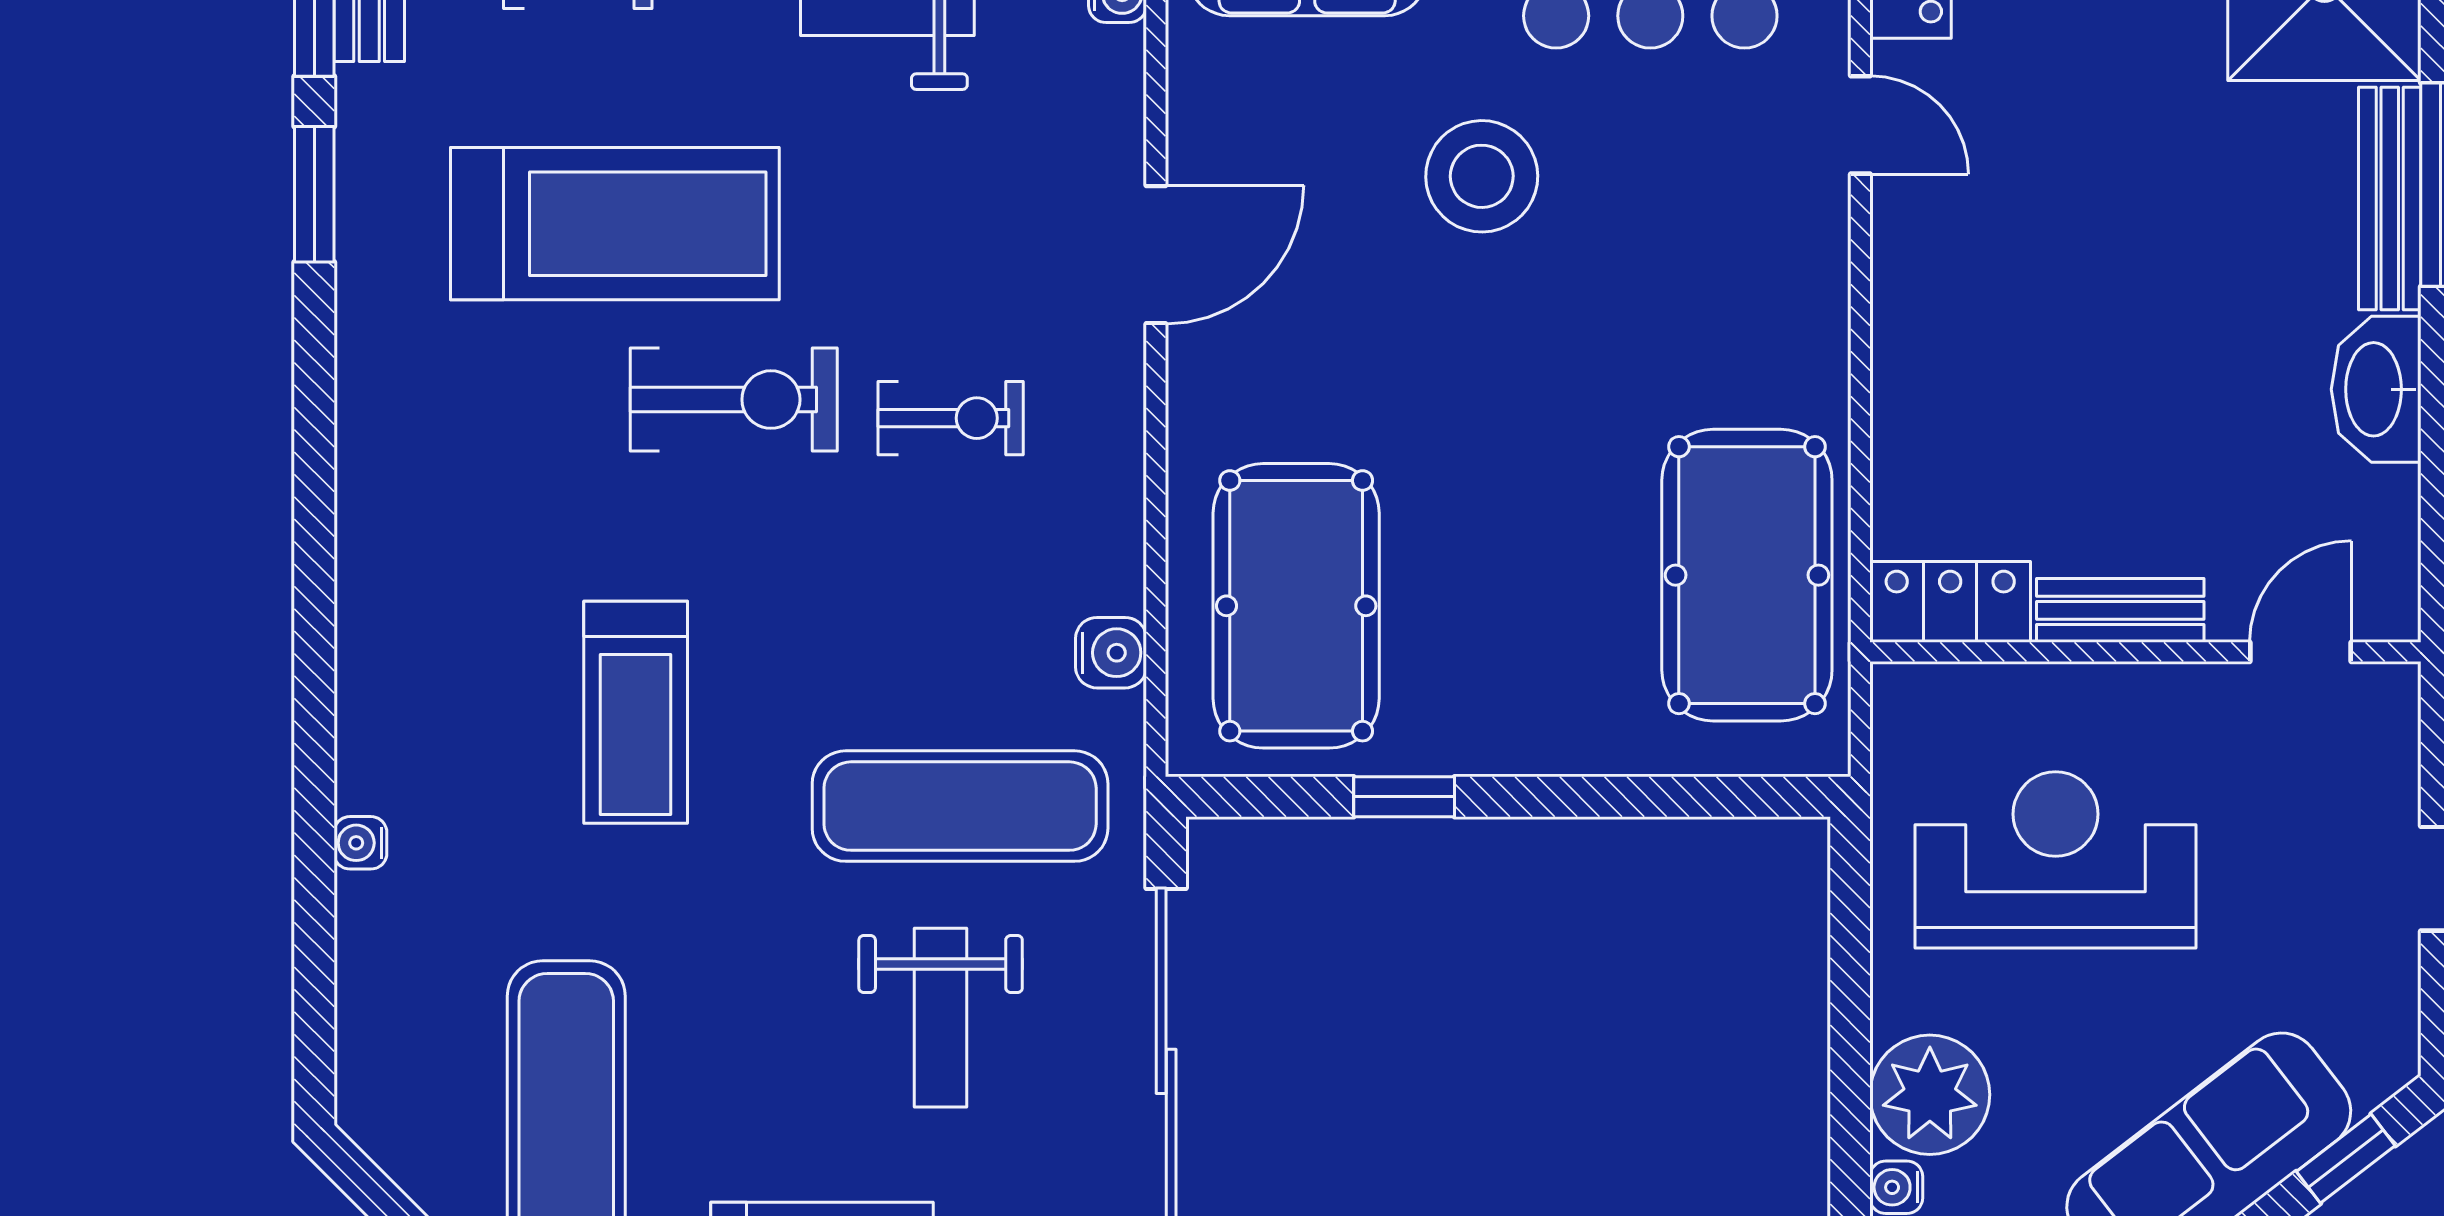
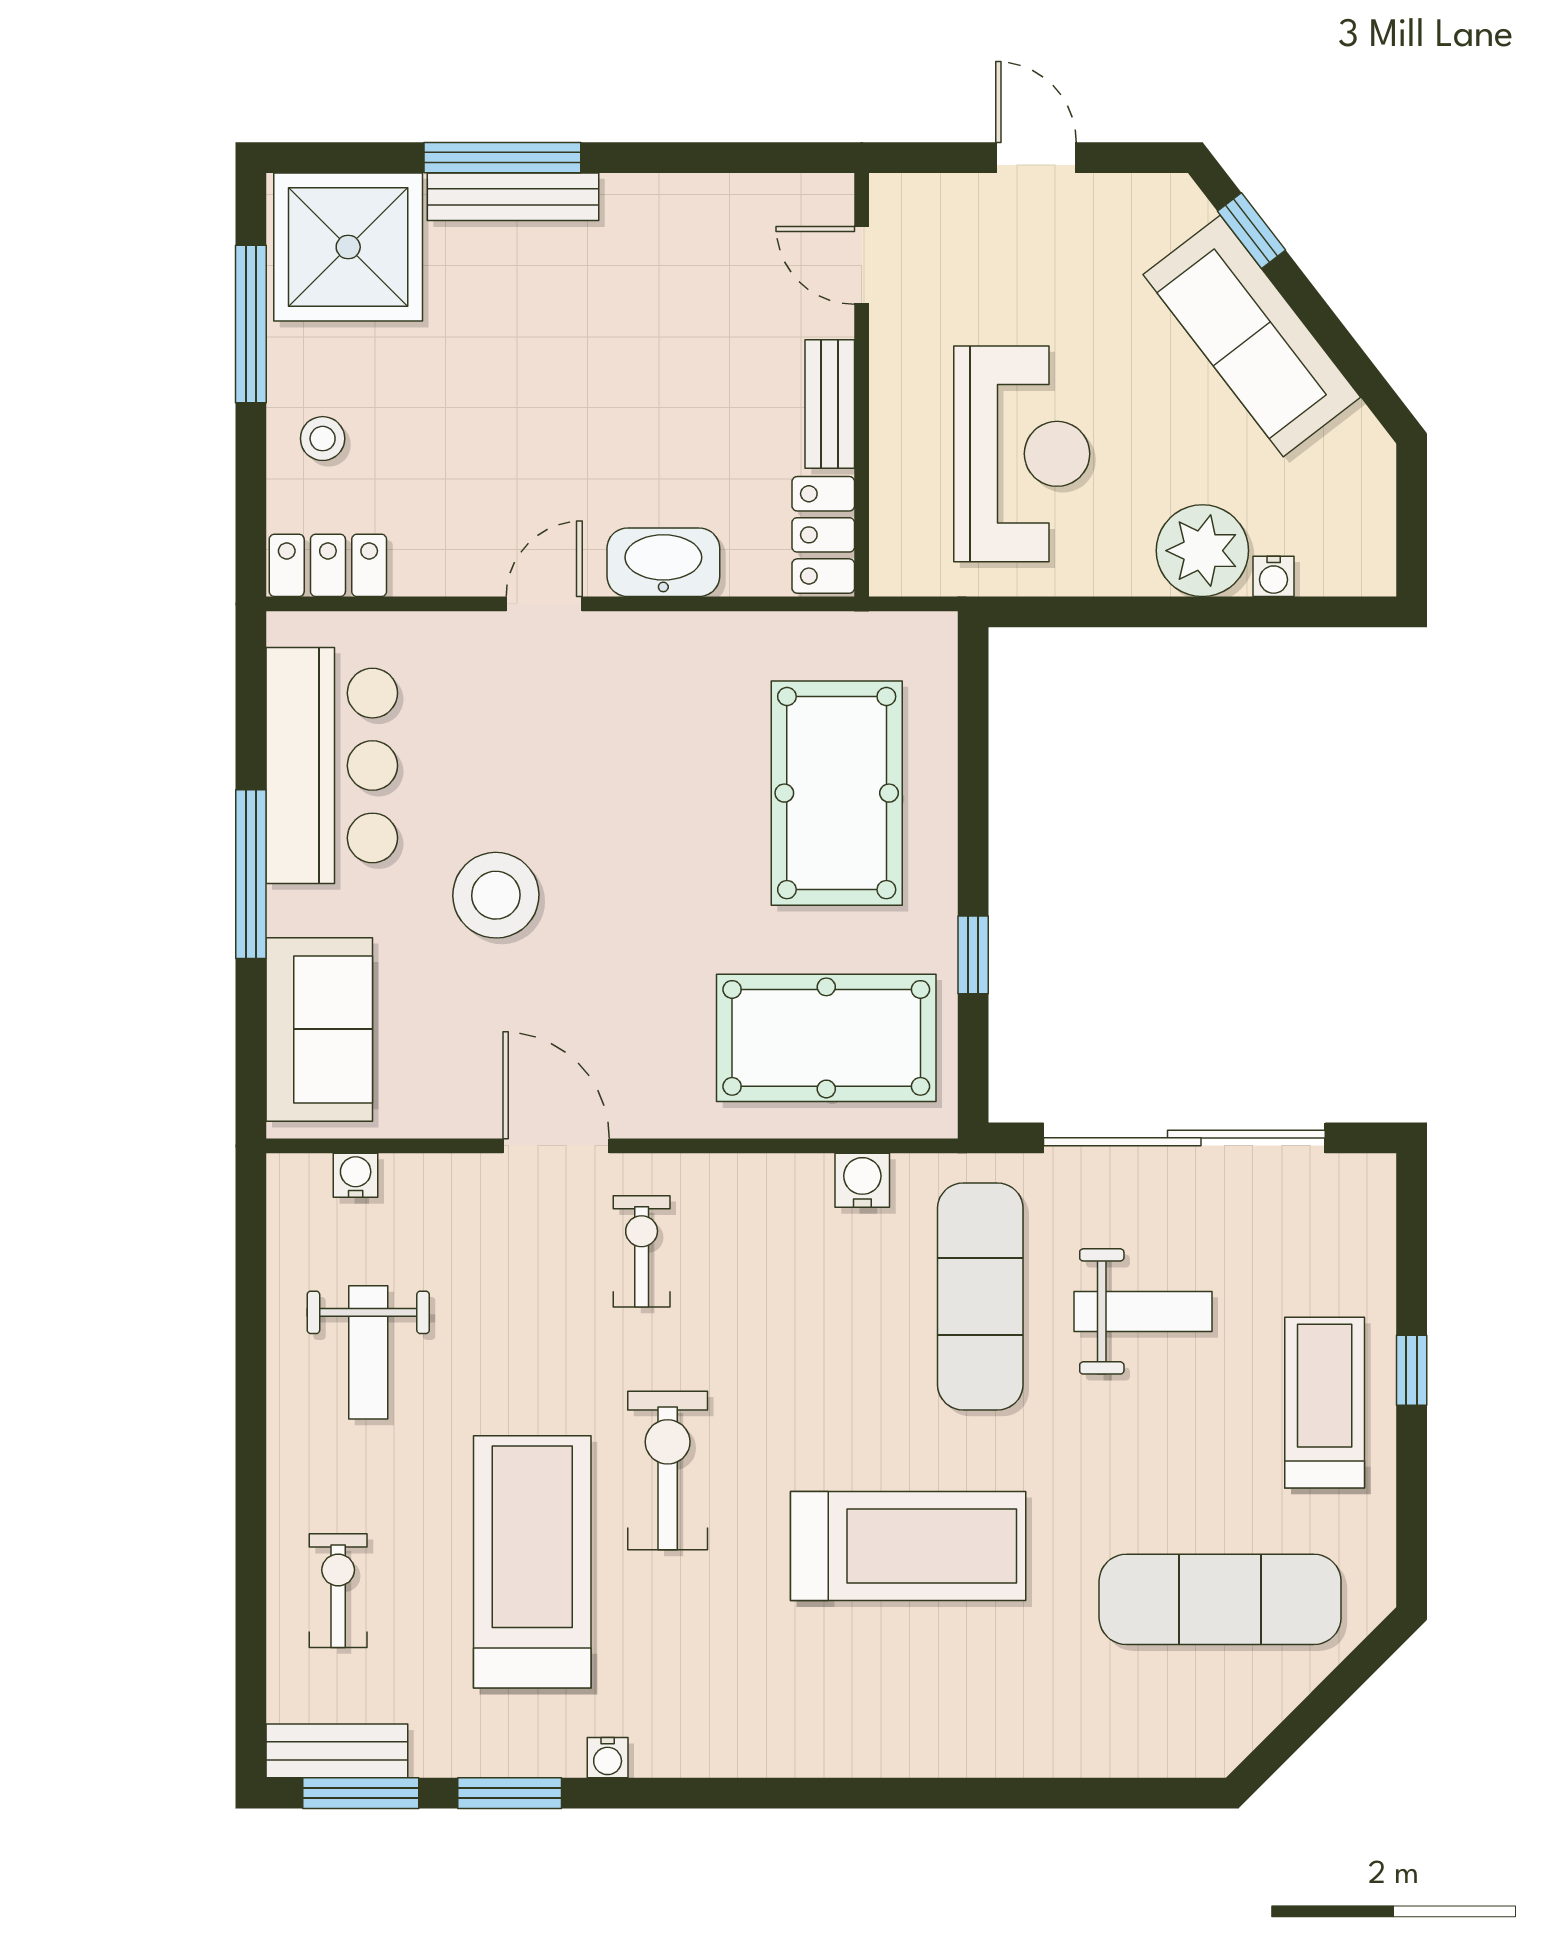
door: (1860, 125) -> (544, 604), moved
washbasin: (2376, 389) -> (663, 562), moved, turned 180
exercise bike: (951, 418) -> (642, 1251), moved
pool table: (1747, 575) -> (837, 793), moved, turned 90
treadmill: (636, 712) -> (908, 1546), width x1.37, depth x1.38
water cooler: (360, 843) -> (608, 1758), moved
reception desk: (2056, 860) -> (1022, 454), turned 180

